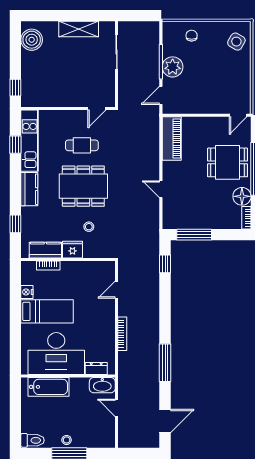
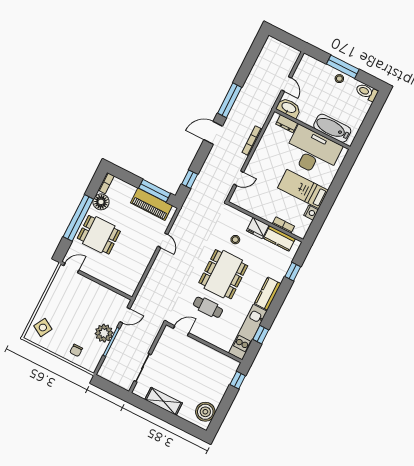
piano: (172, 139) -> (151, 204), moved, turned -90
dining table: (83, 186) -> (223, 274), turned 90
door: (165, 421) -> (213, 133), moved

